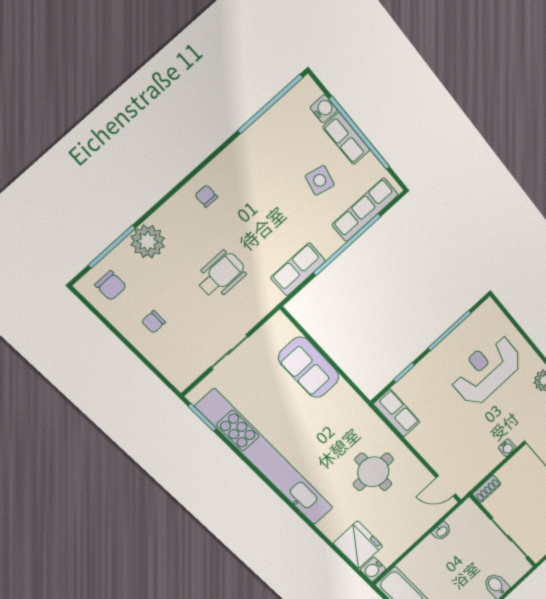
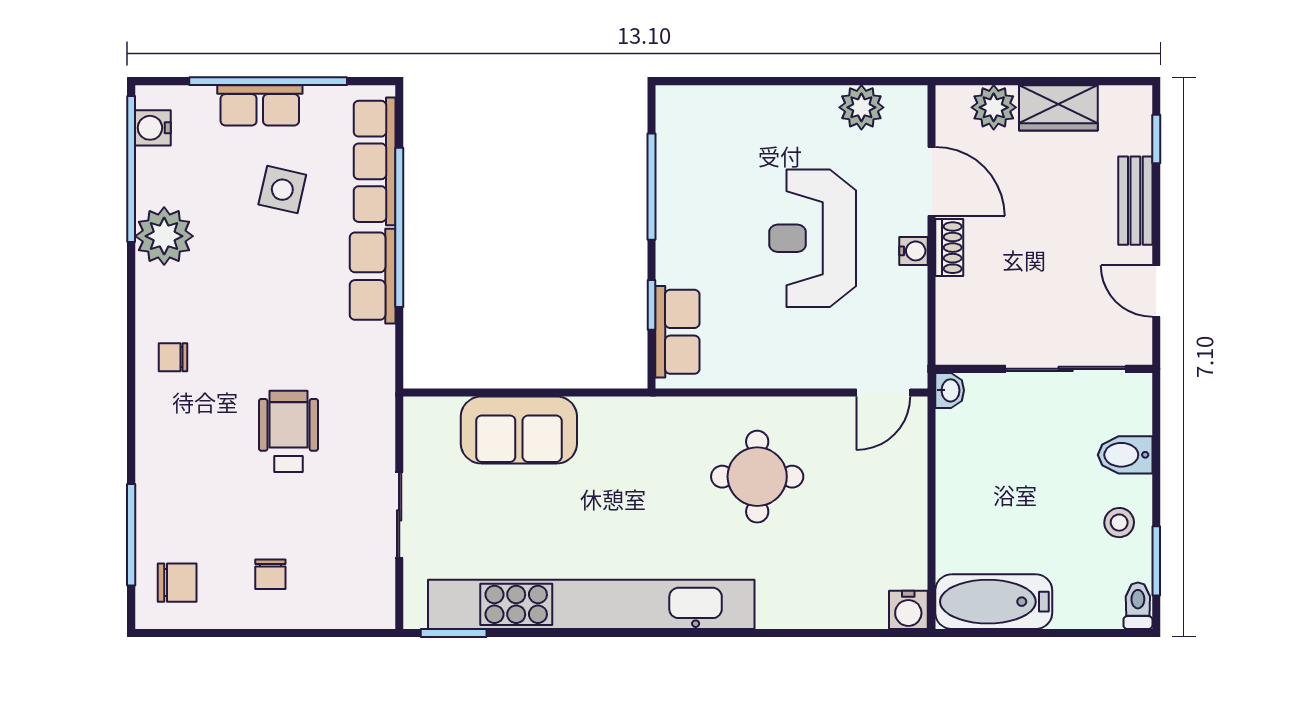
water cooler: (324, 109) -> (153, 128), moved, turned -90
plant: (148, 242) -> (164, 236), moved
row of seats: (298, 269) -> (373, 276), moved
reception desk: (486, 370) -> (813, 238), moved
row of seats: (397, 413) -> (677, 332), moved, turned 90
shoe rack: (487, 489) -> (949, 248), moved
washbasin: (442, 531) -> (950, 390), moved
fridge: (358, 545) -> (847, 596), removed

